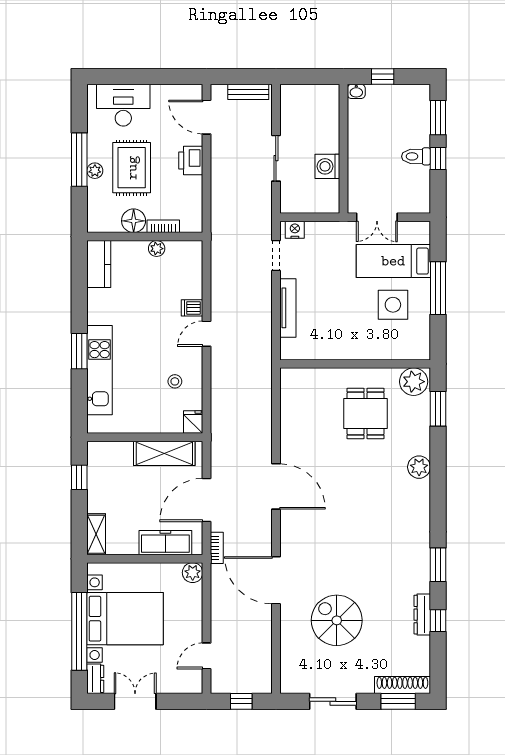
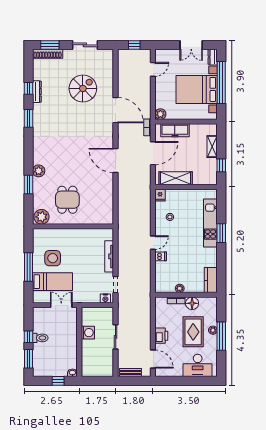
window: (438, 409) -> (28, 184), moved
shelving: (96, 534) -> (212, 147), moved
spiral stairs: (337, 620) -> (83, 88), turned -90

